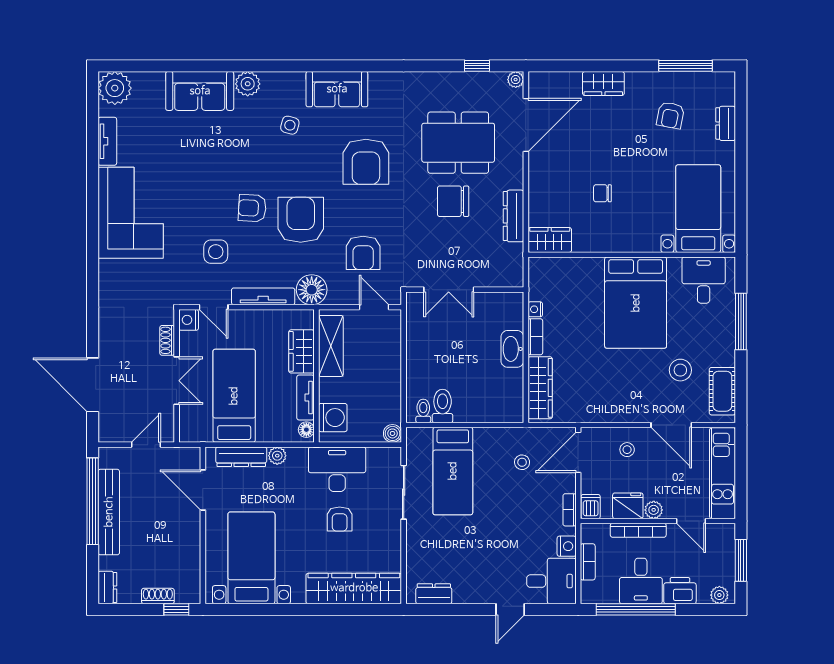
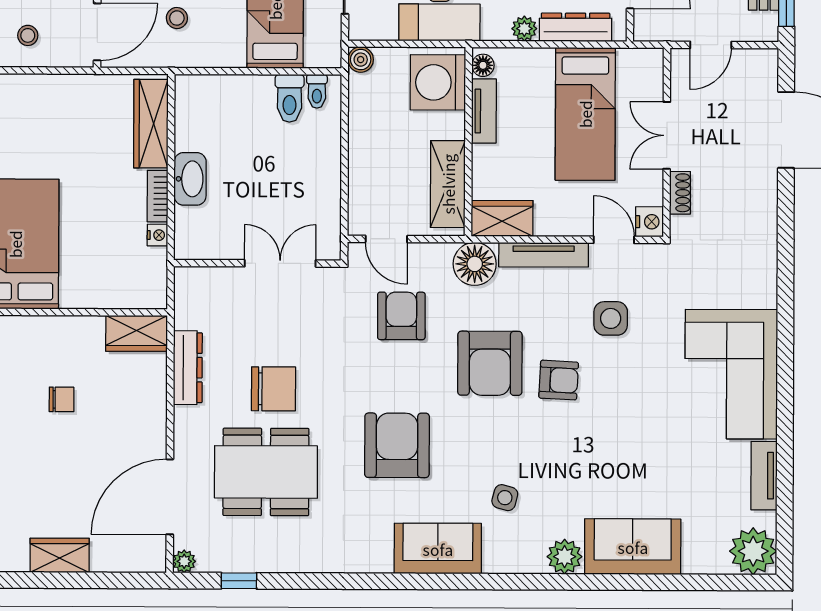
wardrobe: (302, 351) -> (502, 218), moved, turned -90
washing machine: (333, 418) -> (438, 82), width x1.37, depth x1.37

